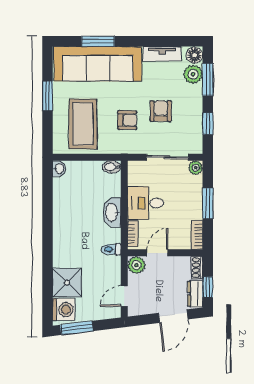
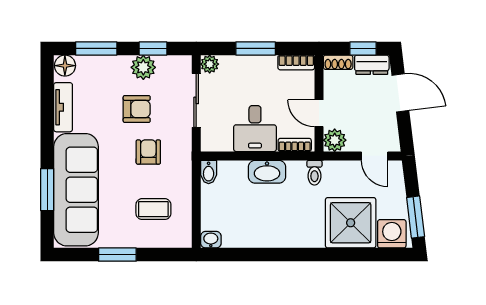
plant: (193, 74) -> (143, 67), moved
armchair: (161, 111) -> (137, 109), turned 180
coffee table: (83, 124) -> (153, 209), width x0.54, depth x0.58
shower: (67, 283) -> (351, 223), width x1.37, depth x1.37

